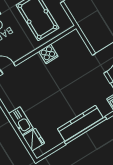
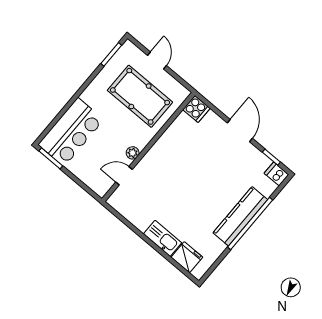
plant: (19, 54) -> (133, 153), added
cooker: (48, 54) -> (196, 109), moved

